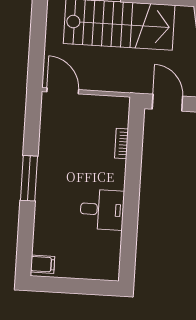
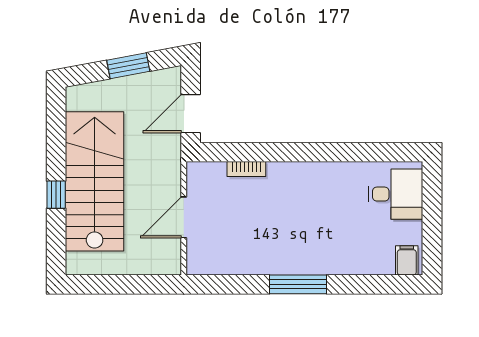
door: (63, 91) -> (184, 217), moved
desk: (102, 210) -> (395, 194), moved, turned 90

